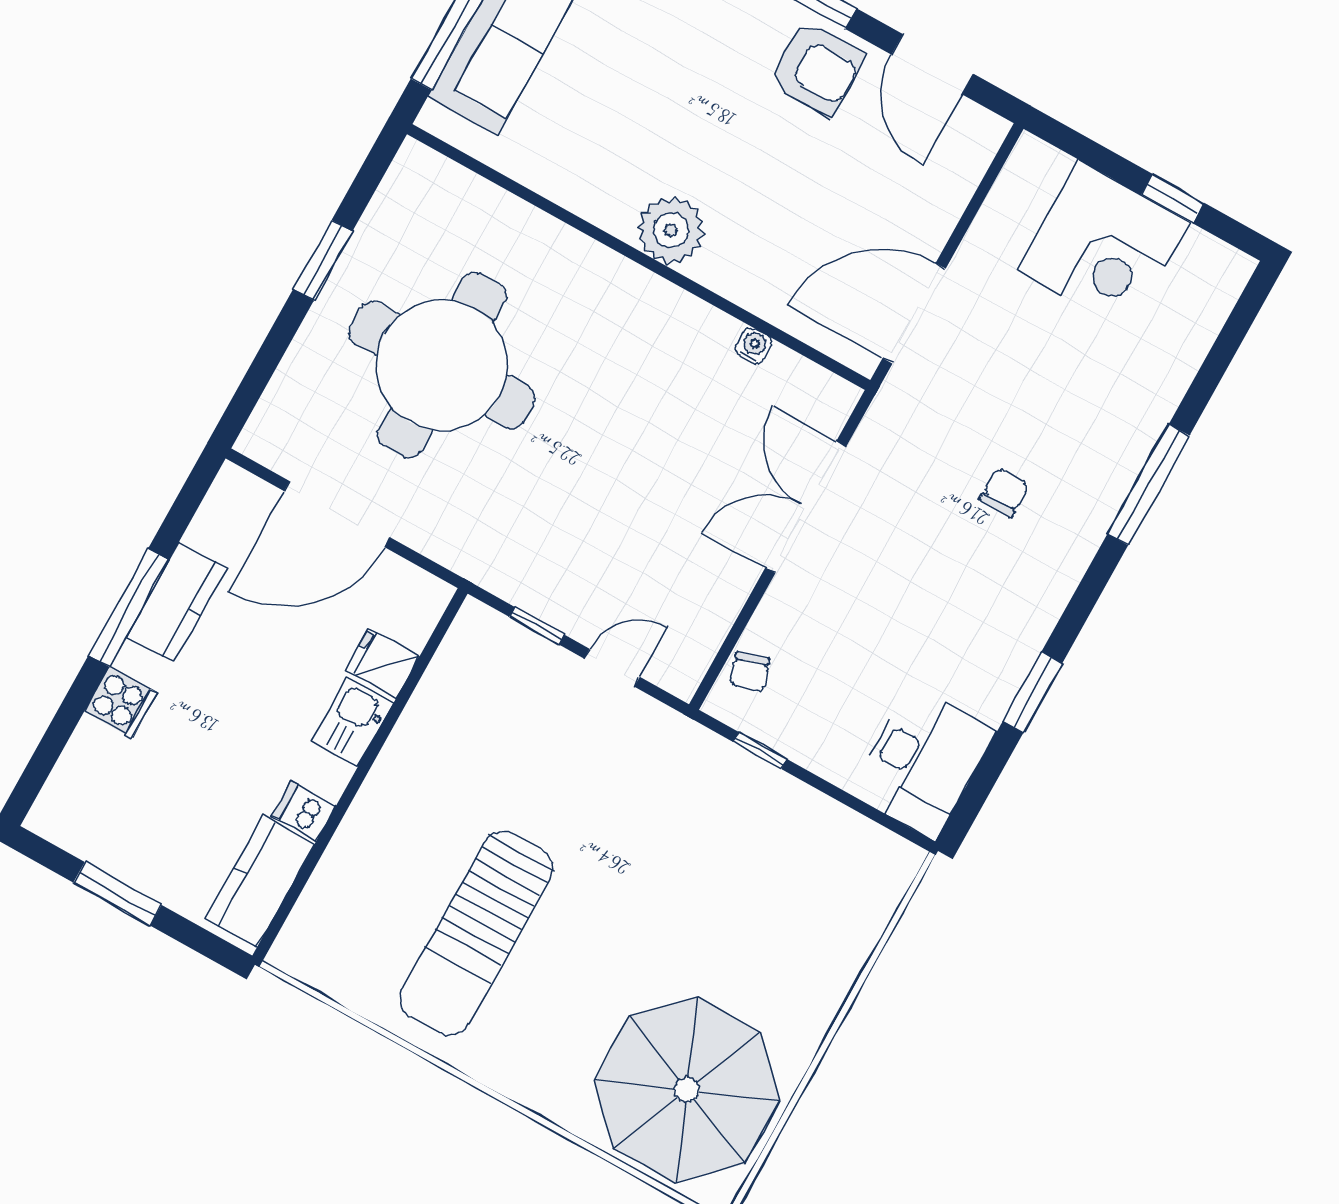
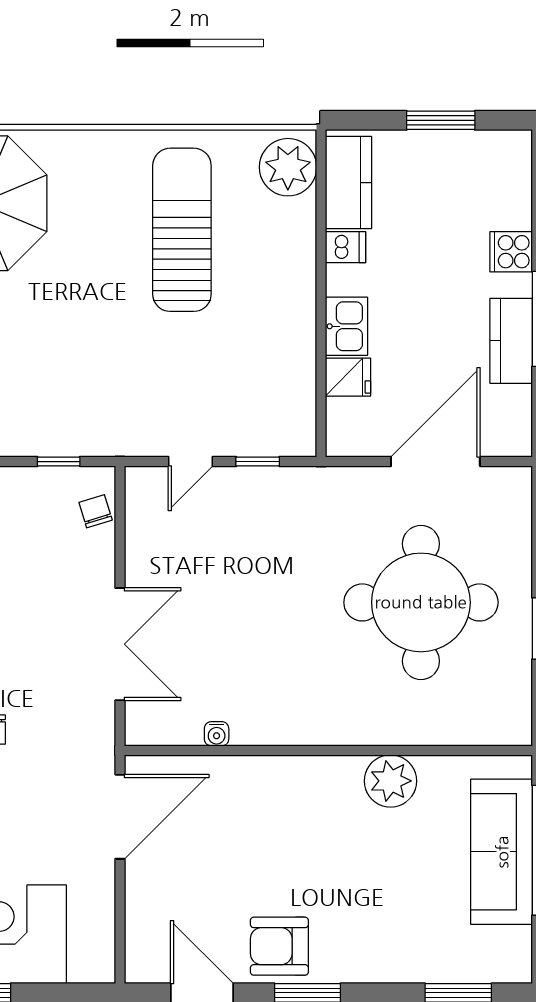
plant: (671, 230) -> (390, 781), moved
plant: (318, 937) -> (288, 167), added

